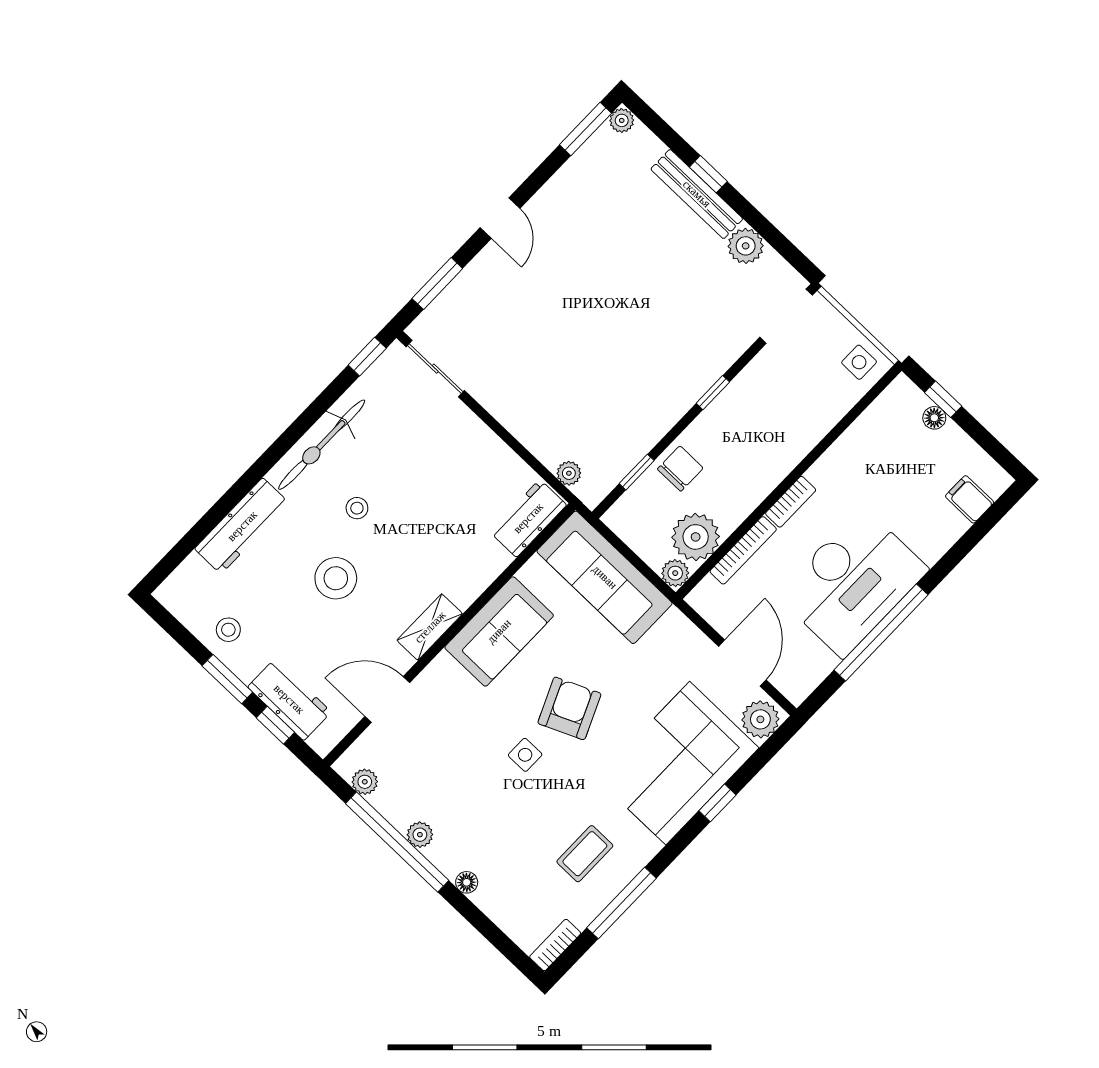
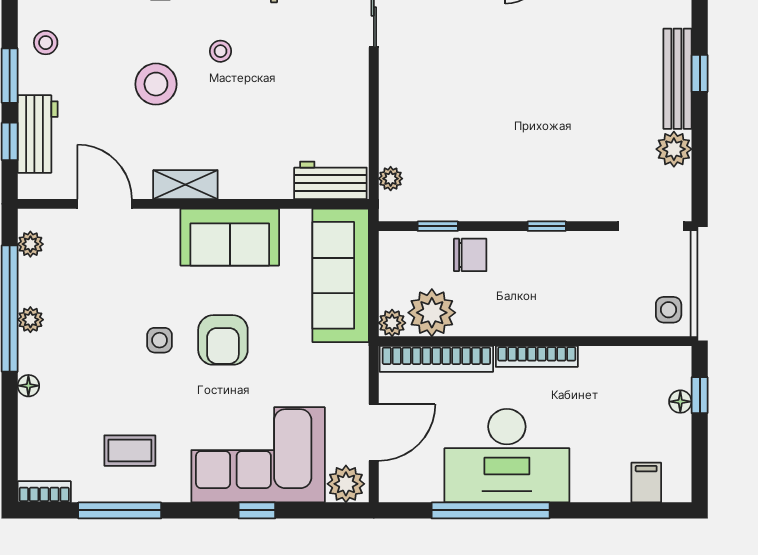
bookcase: (791, 502) -> (537, 356), width x1.56
bookcase: (743, 550) -> (436, 359), width x1.48, depth x1.31
armchair: (569, 708) -> (223, 340), turned 114

